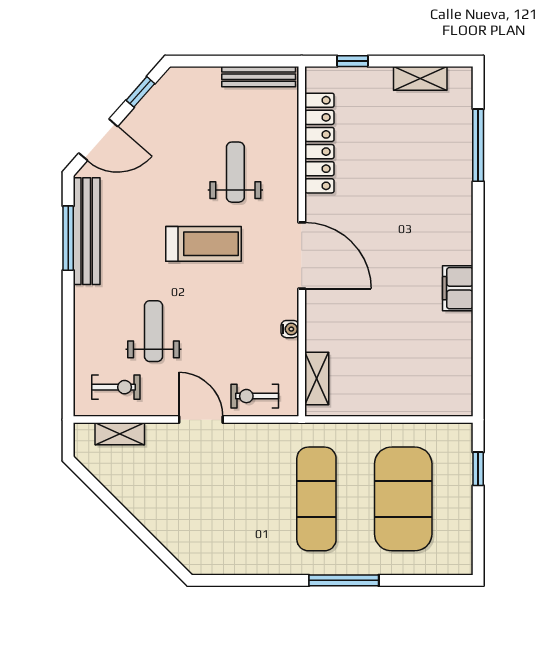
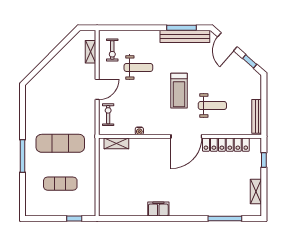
door: (302, 256) -> (186, 136), moved
exercise mat: (403, 499) -> (60, 184), width x0.50, depth x0.69

